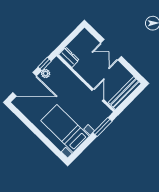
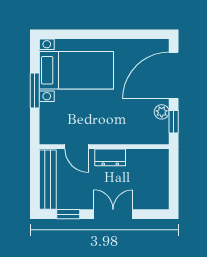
dresser: (69, 57) -> (110, 157), moved
window: (131, 69) -> (68, 214), added
window: (102, 127) -> (35, 90), moved

